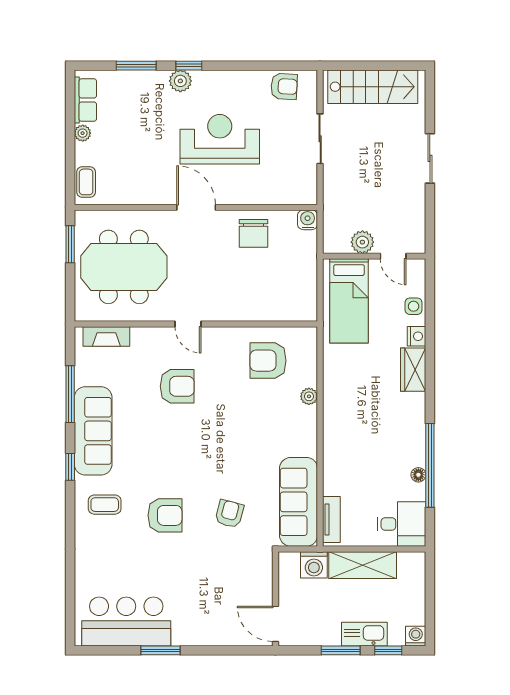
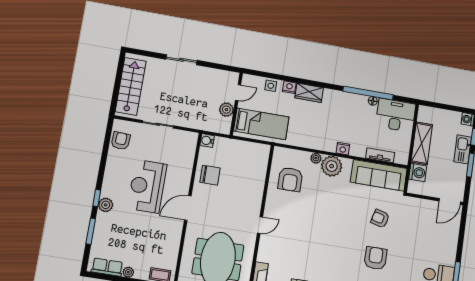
armchair: (177, 386) -> (298, 238), removed
plant: (301, 423) -> (332, 166), added
nightstand: (332, 437) -> (343, 149), added
tv unit: (331, 520) -> (380, 155), moved
desk: (402, 524) -> (396, 115), width x1.37

